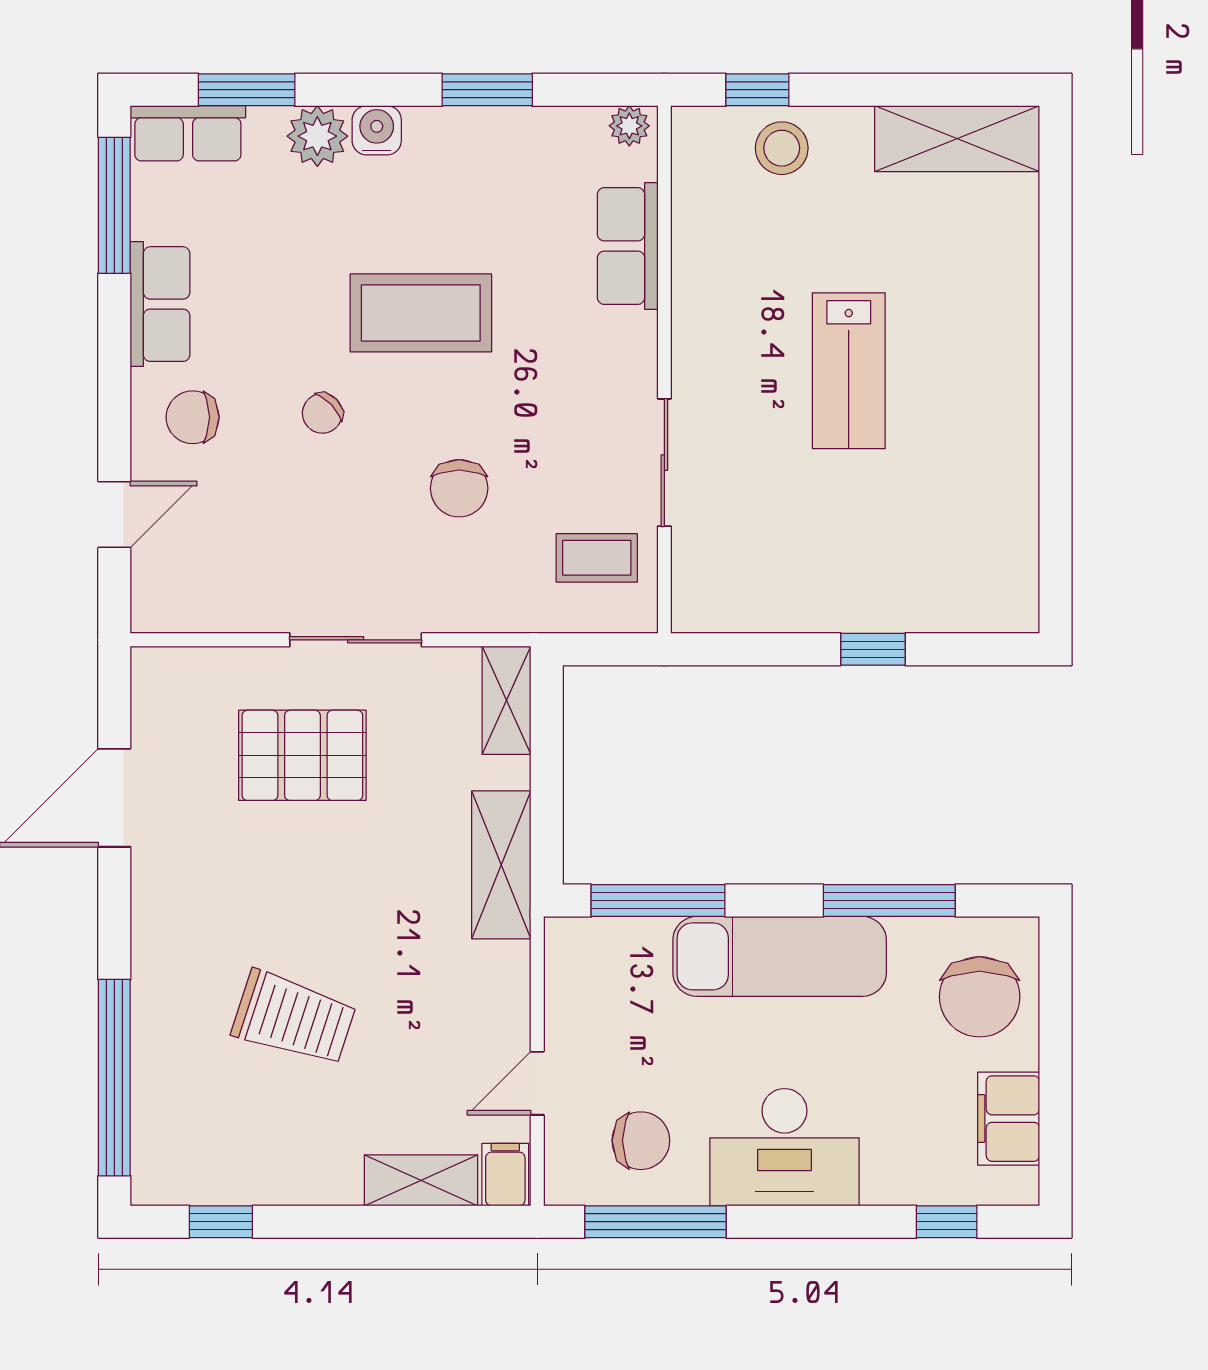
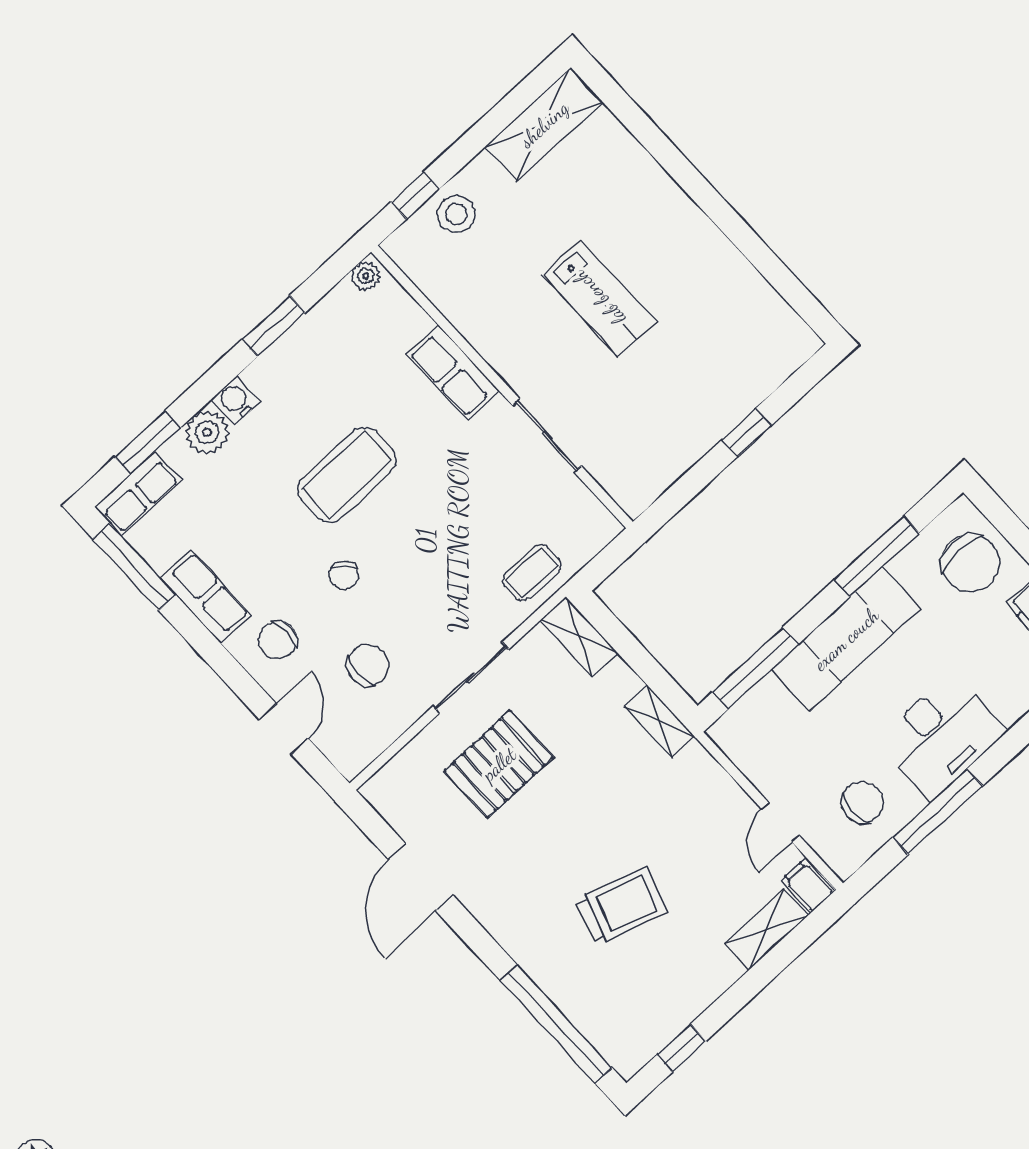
row of seats: (628, 246) -> (453, 372), moved
chair: (459, 488) -> (368, 665), moved, turned -90
coffee table: (597, 558) -> (532, 573), moved
shelving: (501, 865) -> (660, 722), width x0.67, depth x0.75
window: (656, 1222) -> (938, 812), moved

